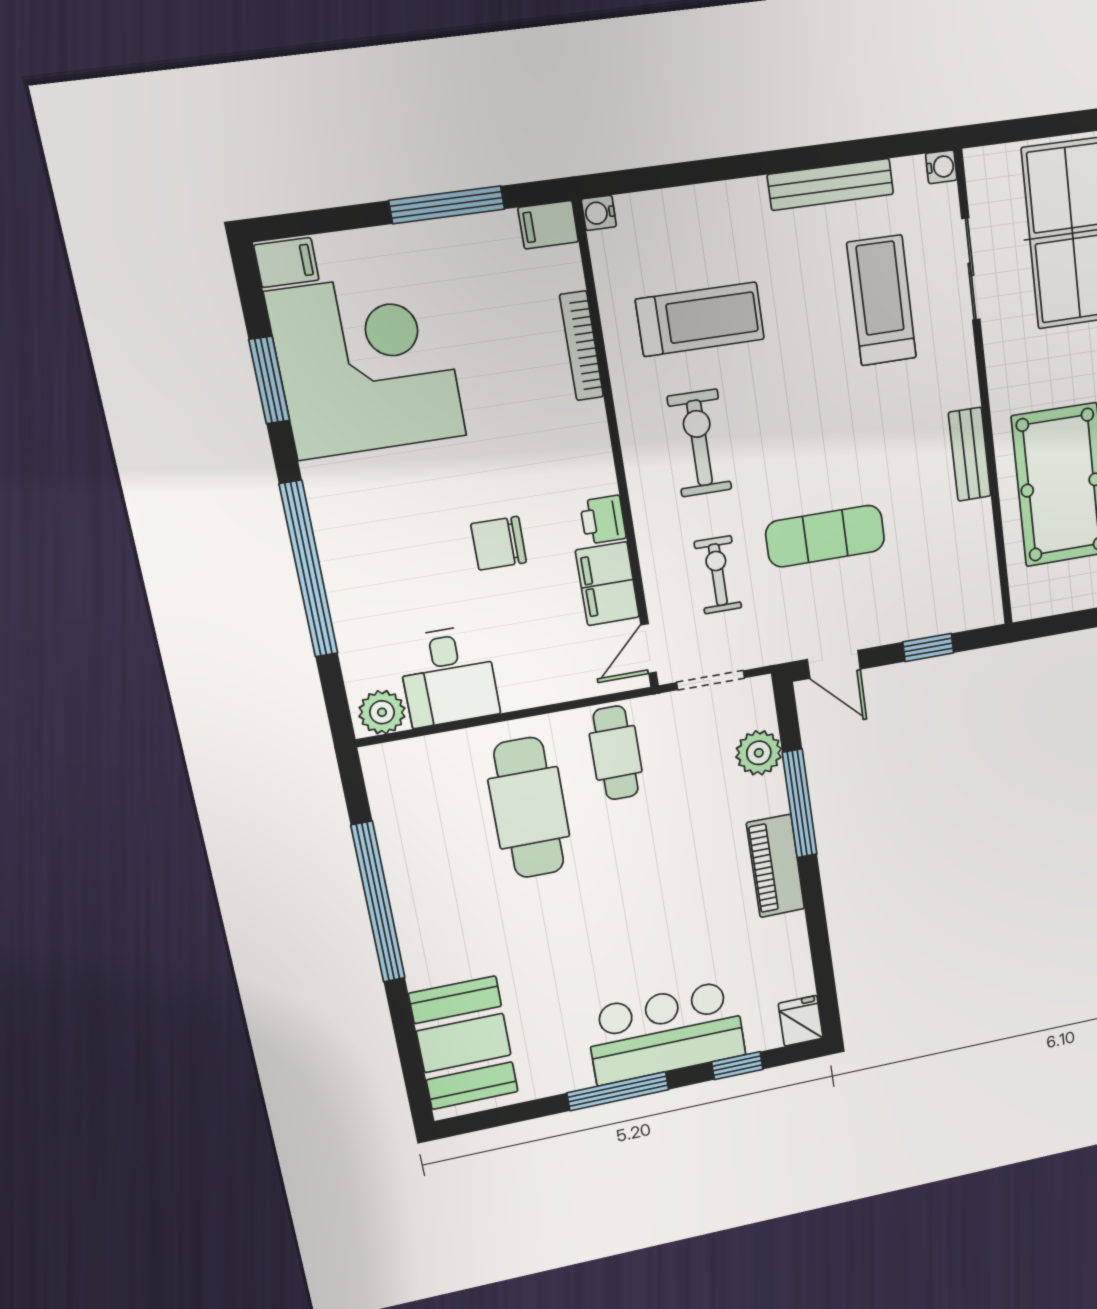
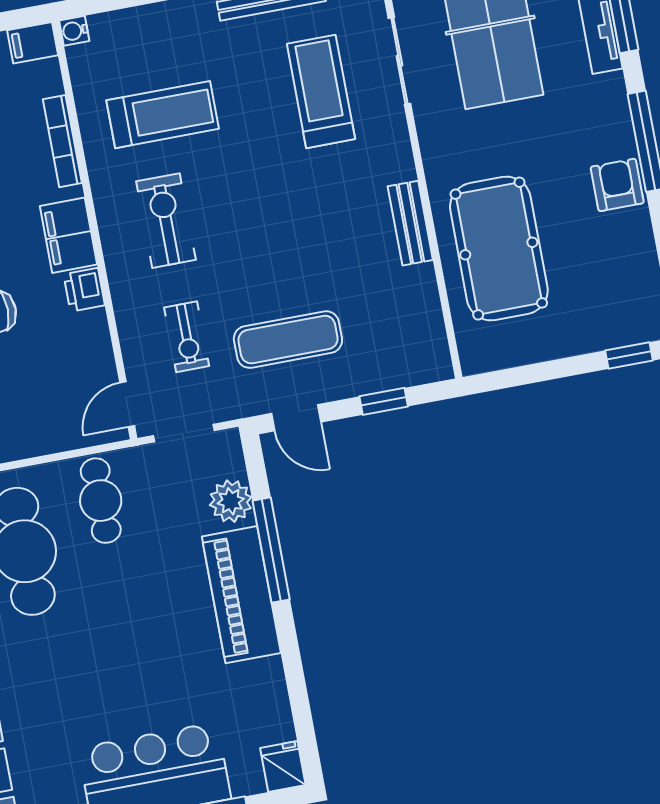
exercise mat: (825, 536) -> (288, 340), moved
exercise bike: (718, 575) -> (187, 337), turned 180
filing cabinet: (607, 584) -> (69, 235), moved
piano: (776, 866) -> (241, 595), width x1.37, depth x1.33

